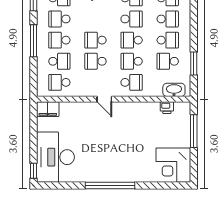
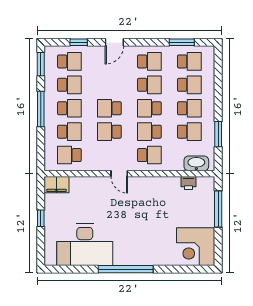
school desk: (59, 19) -> (69, 85), turned 180
school desk: (59, 40) -> (69, 108), turned 180
school desk: (168, 61) -> (189, 132), turned 180
desk: (55, 157) -> (85, 245), moved, turned -90
window: (33, 171) -> (41, 218), moved

